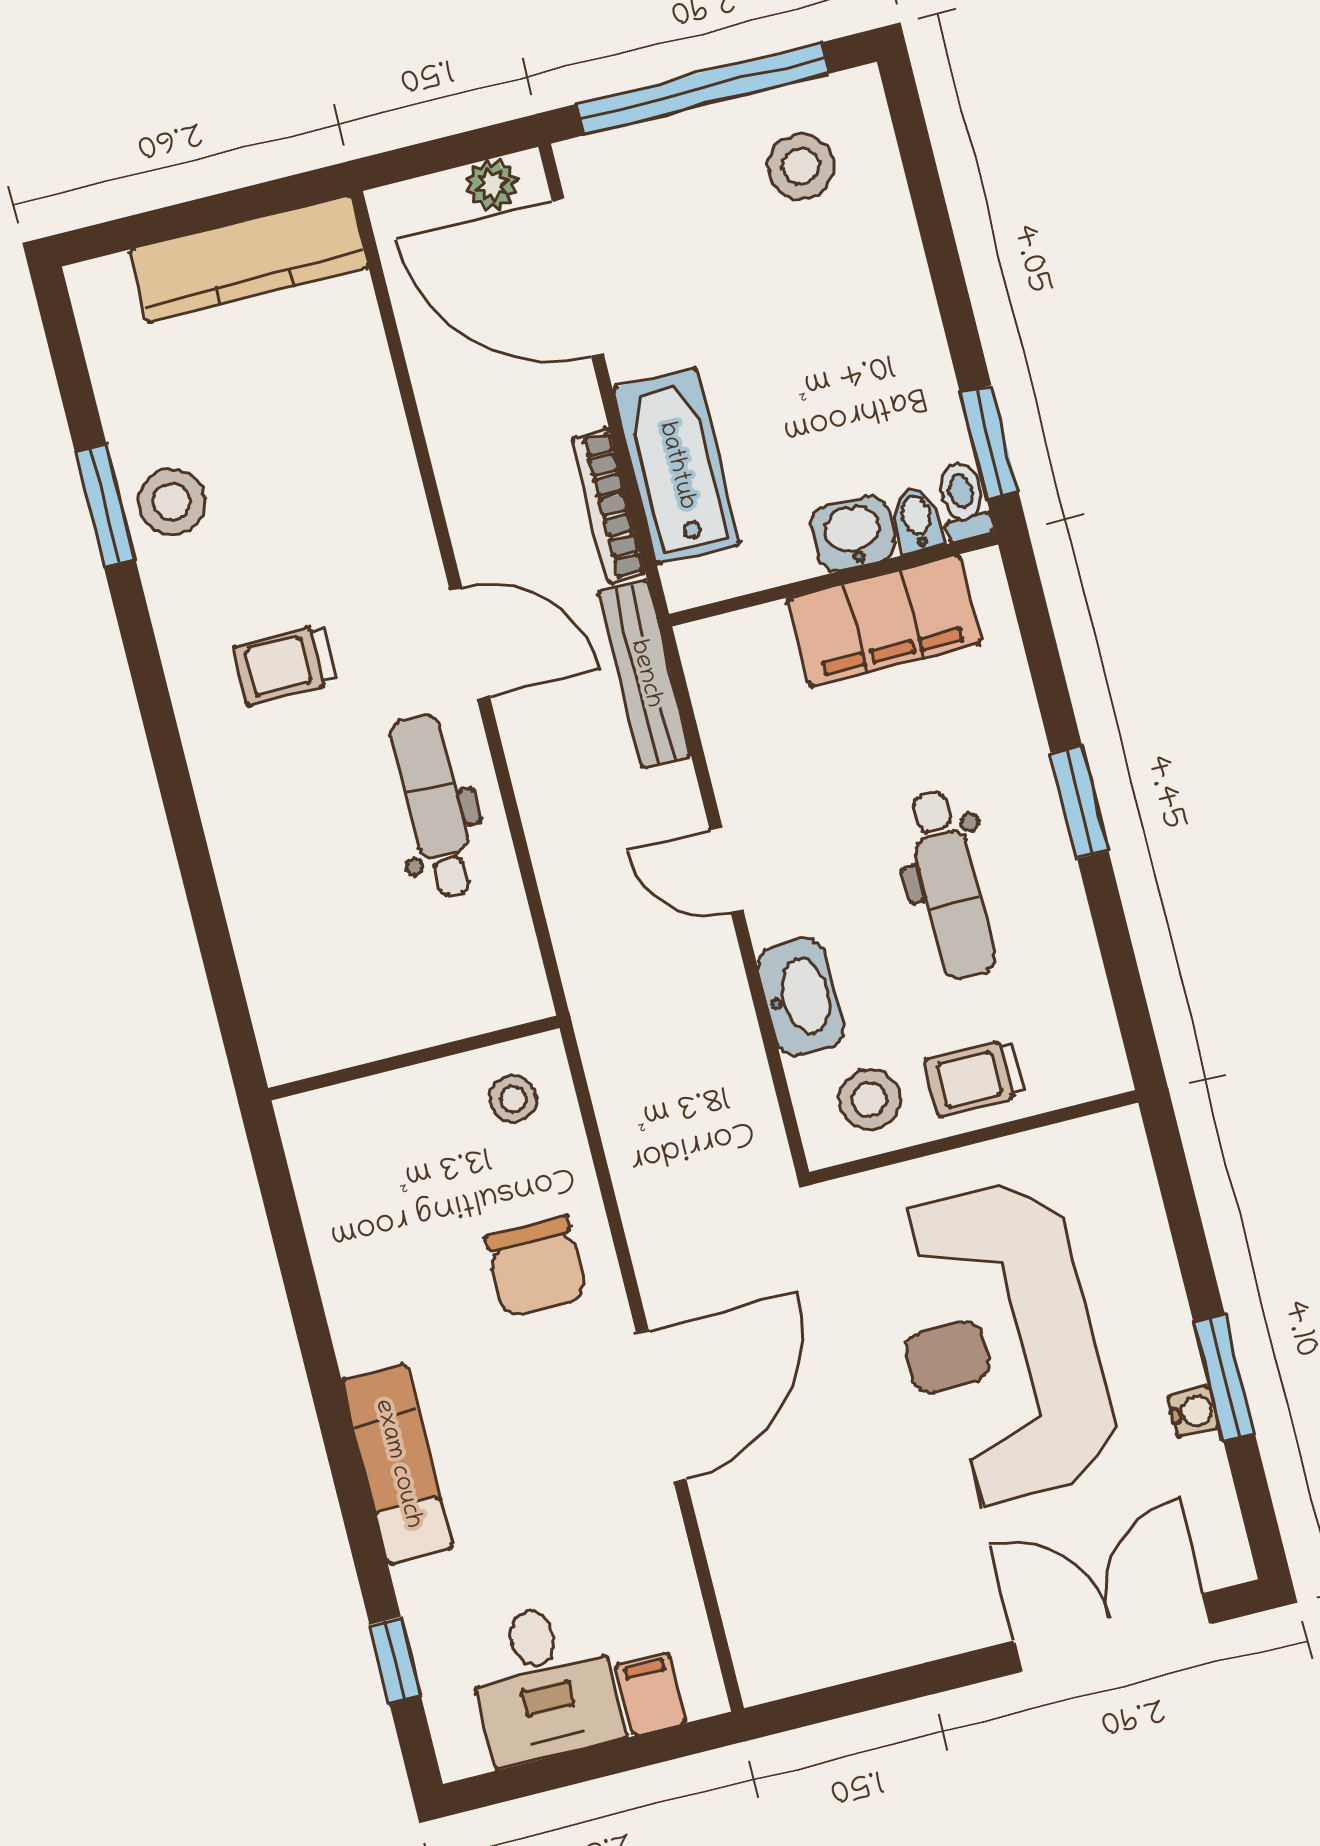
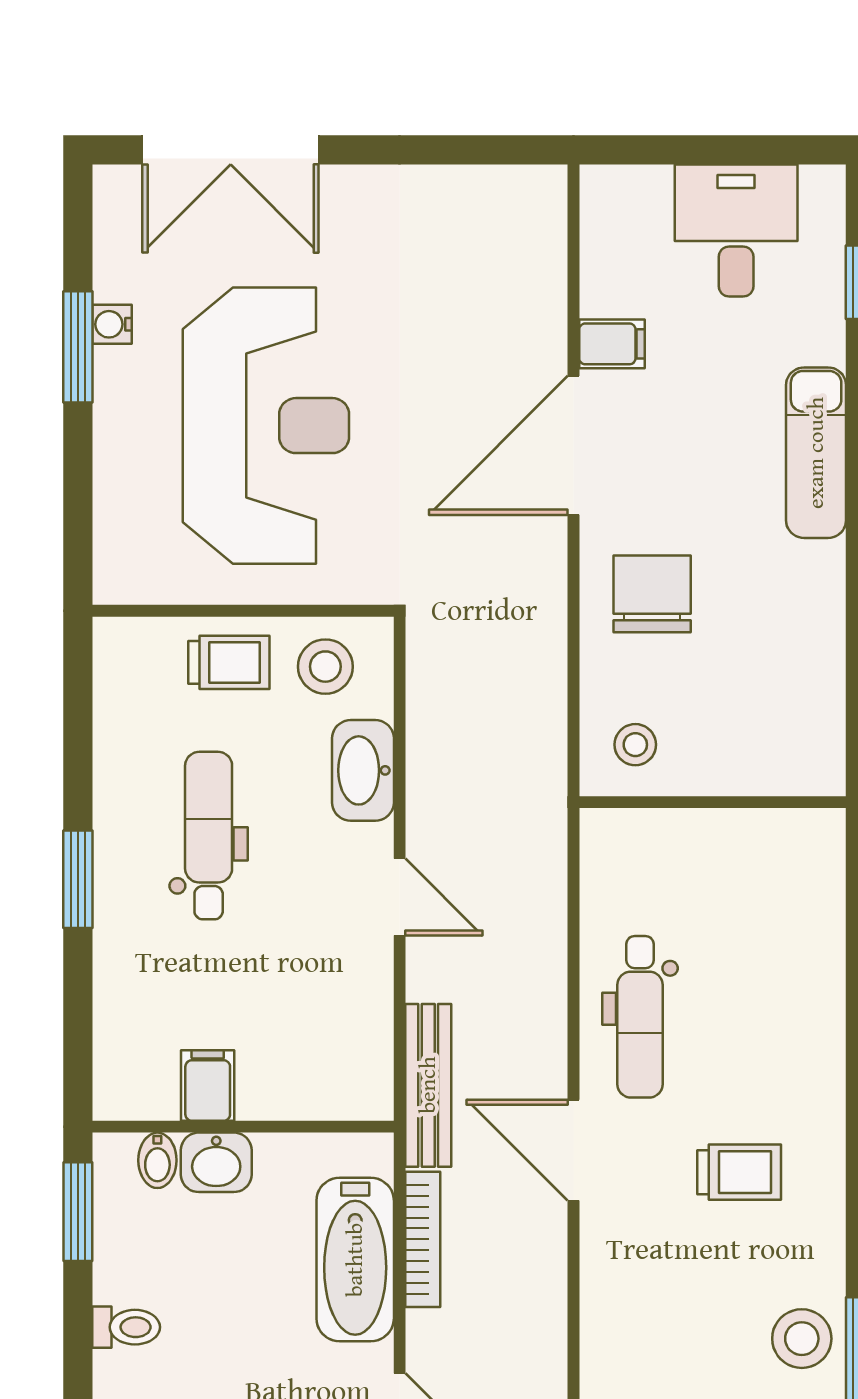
toilet: (963, 501) -> (126, 1327), moved, turned -90
filing cabinet: (885, 621) -> (208, 1086), width x0.33, depth x0.86
filing cabinet: (651, 1694) -> (612, 344), moved, turned -90

